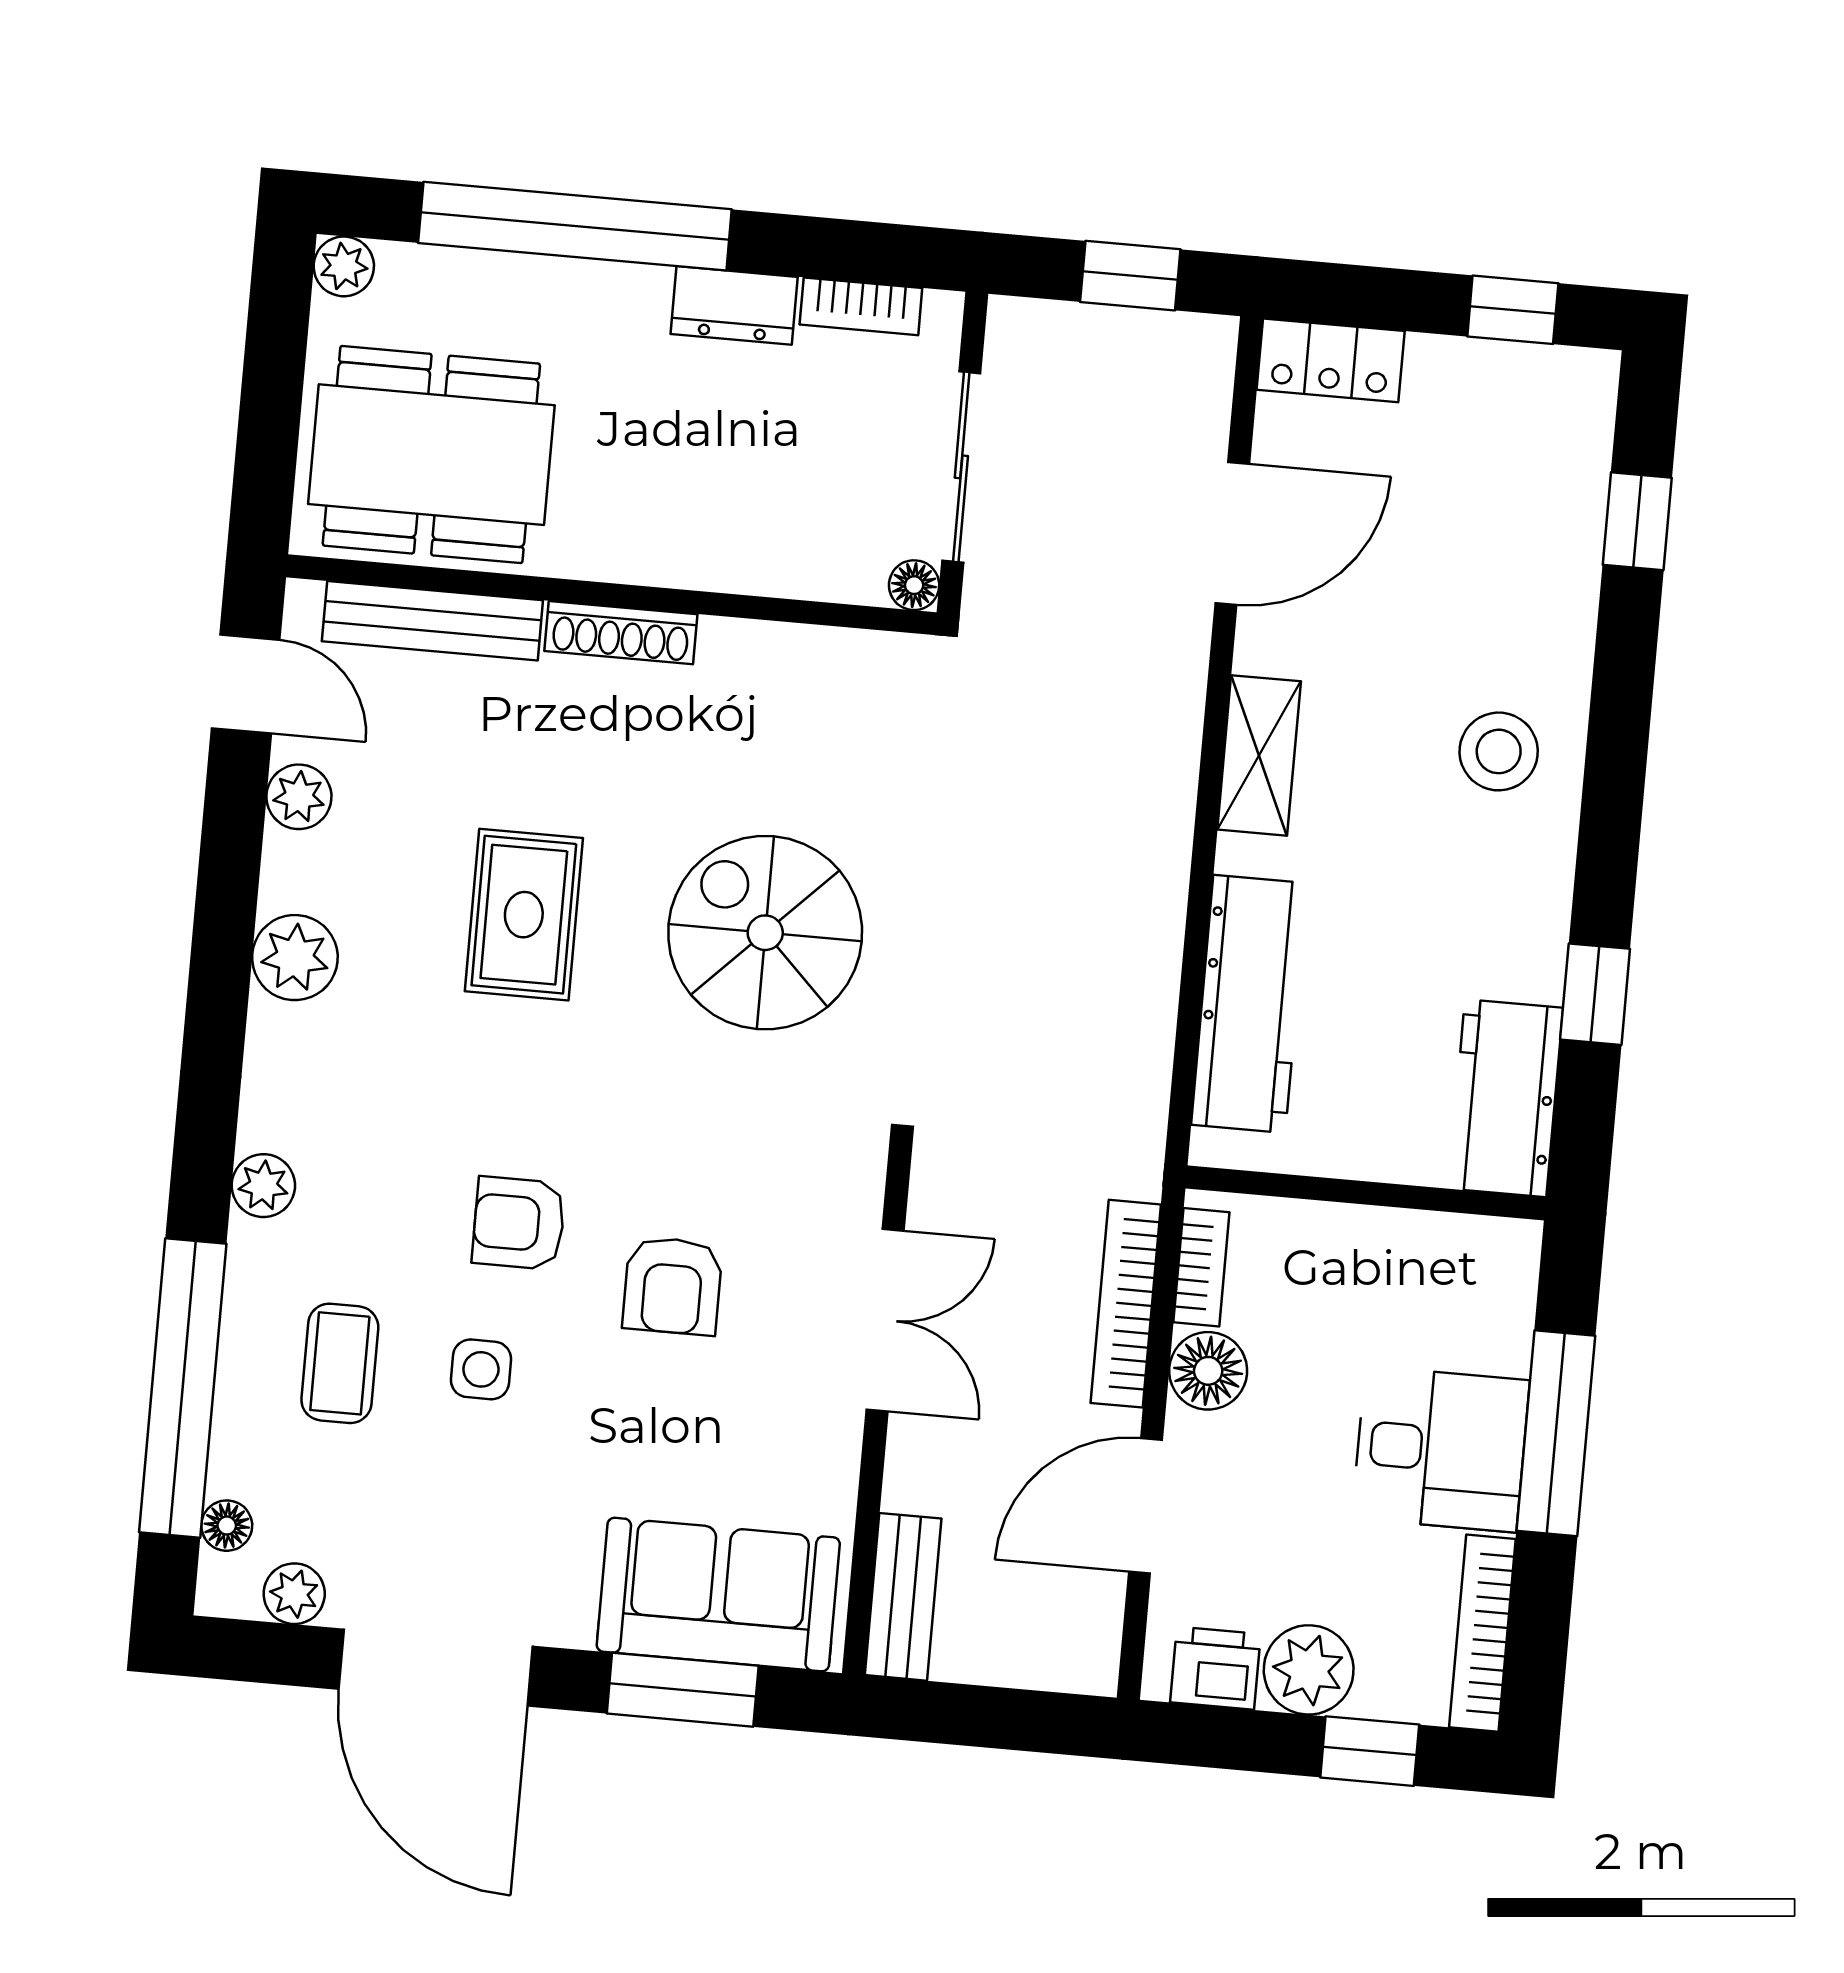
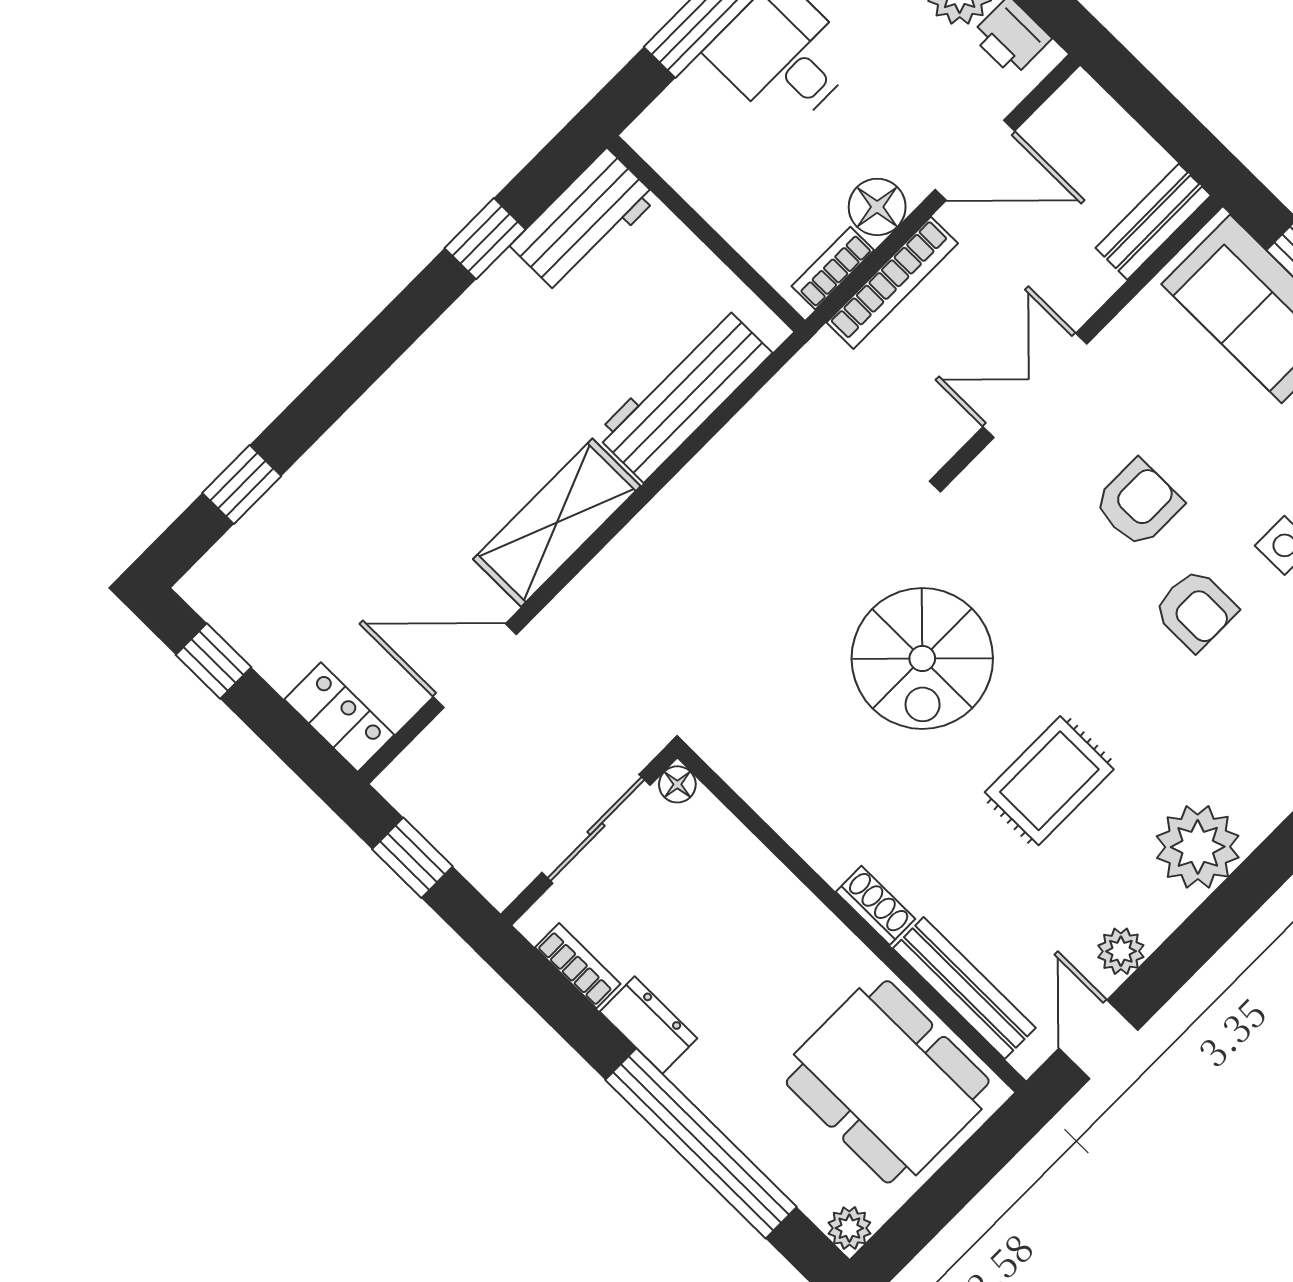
shoe rack: (621, 633) -> (875, 905), width x0.70
stool: (1499, 751) -> (427, 420), removed
shelving: (1259, 755) -> (557, 523), width x1.50, depth x1.33
plant: (295, 958) -> (1198, 847), width x1.36, depth x1.36

